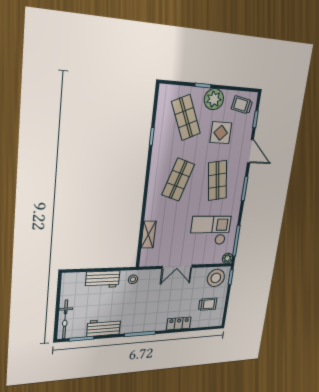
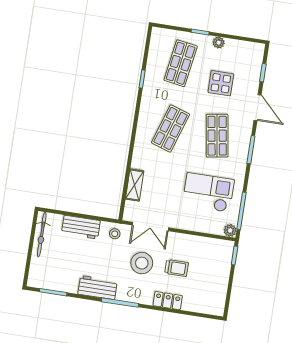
plant: (214, 99) -> (219, 43), width x0.53, depth x0.53
trolley: (242, 105) -> (246, 56), removed
shop shelf: (186, 118) -> (181, 63), turned 33
double door: (177, 267) -> (150, 226), moved
stool: (216, 278) -> (142, 263), moved
trolley: (208, 304) -> (177, 268), moved
bicycle: (65, 319) -> (42, 235), moved
workbench: (104, 328) -> (98, 288), moved

